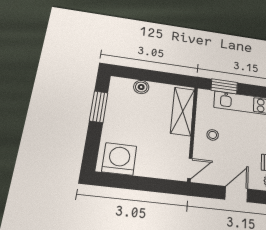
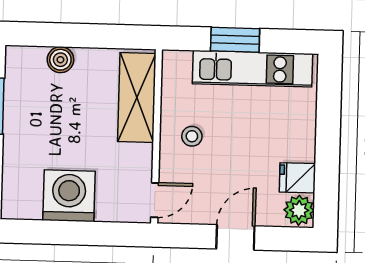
window: (224, 86) -> (235, 40), moved
washing machine: (119, 159) -> (69, 196), moved

